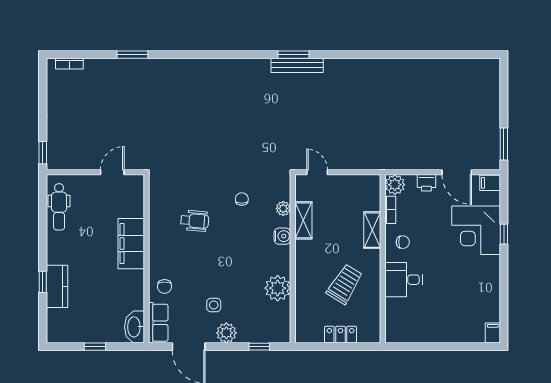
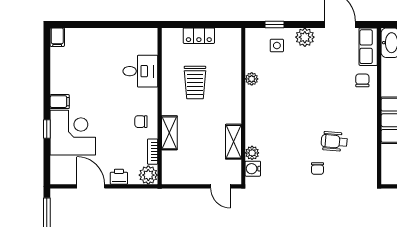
filing cabinet: (490, 183) -> (60, 102), moved
chair: (242, 199) -> (317, 169), moved
water cooler: (282, 236) -> (253, 169), moved
desk: (403, 280) -> (140, 71), moved
trolley: (345, 284) -> (195, 82), turned -32
plant: (278, 288) -> (252, 79), width x0.53, depth x0.53
side table: (214, 305) -> (277, 46), moved

